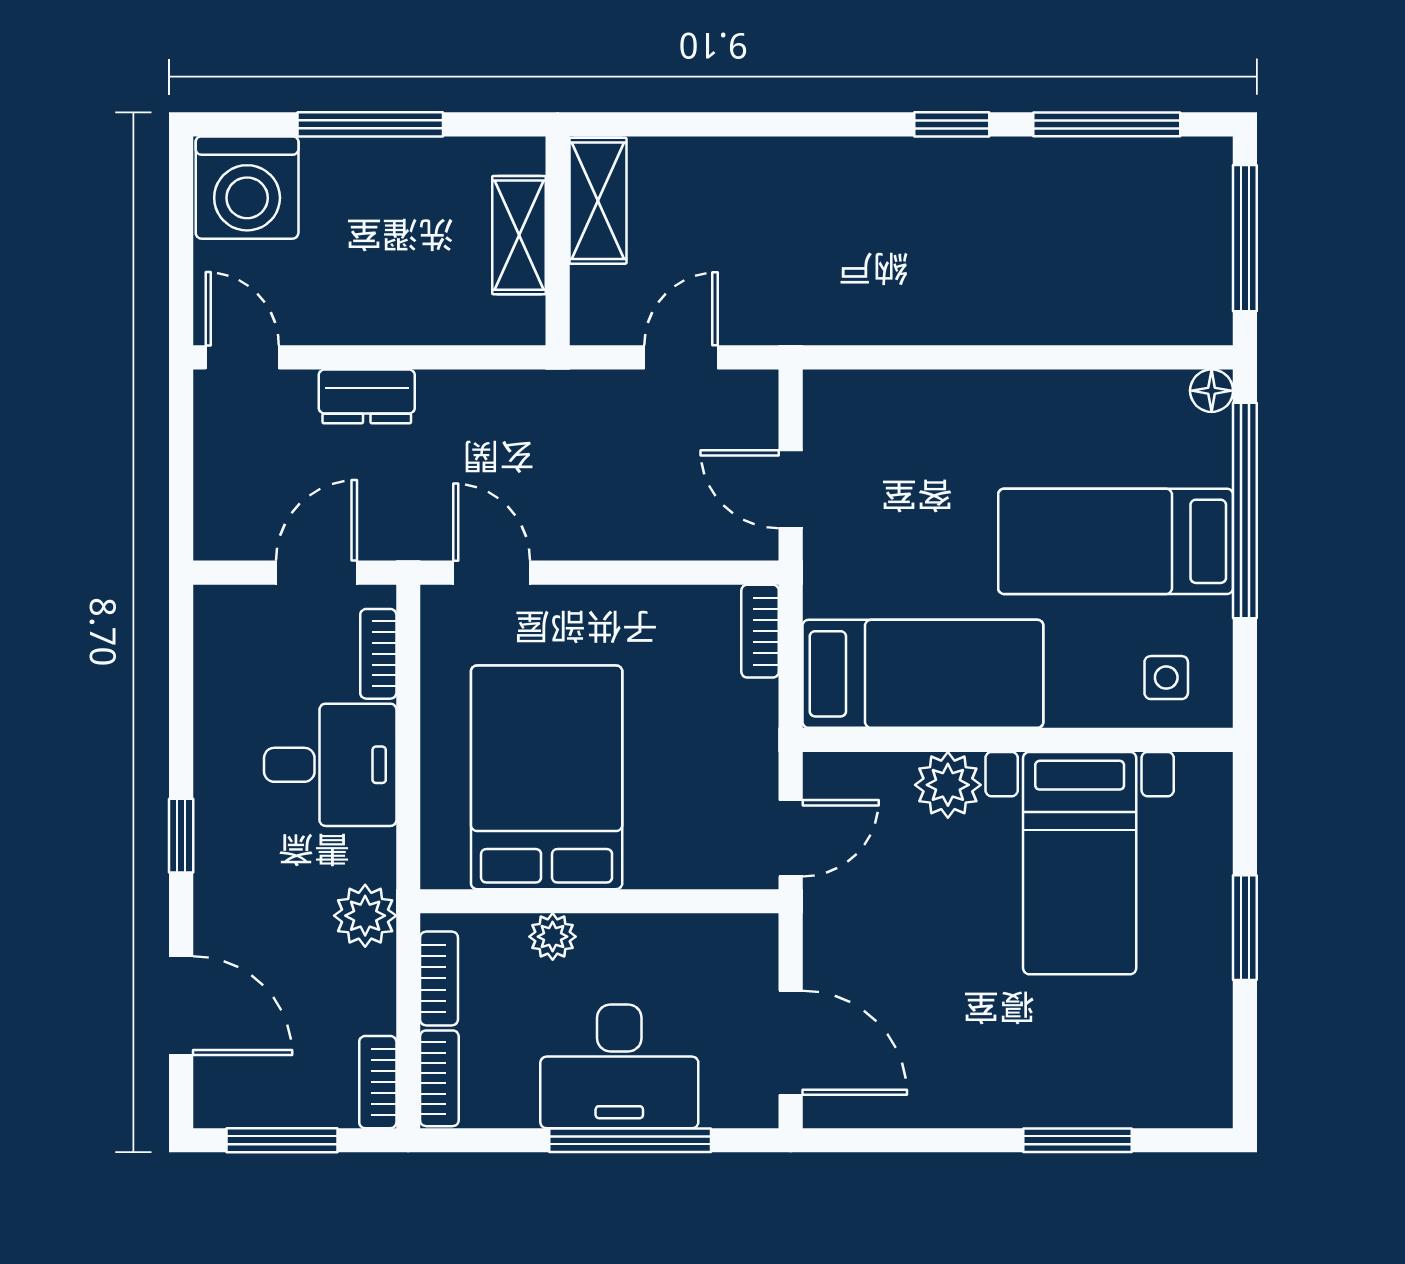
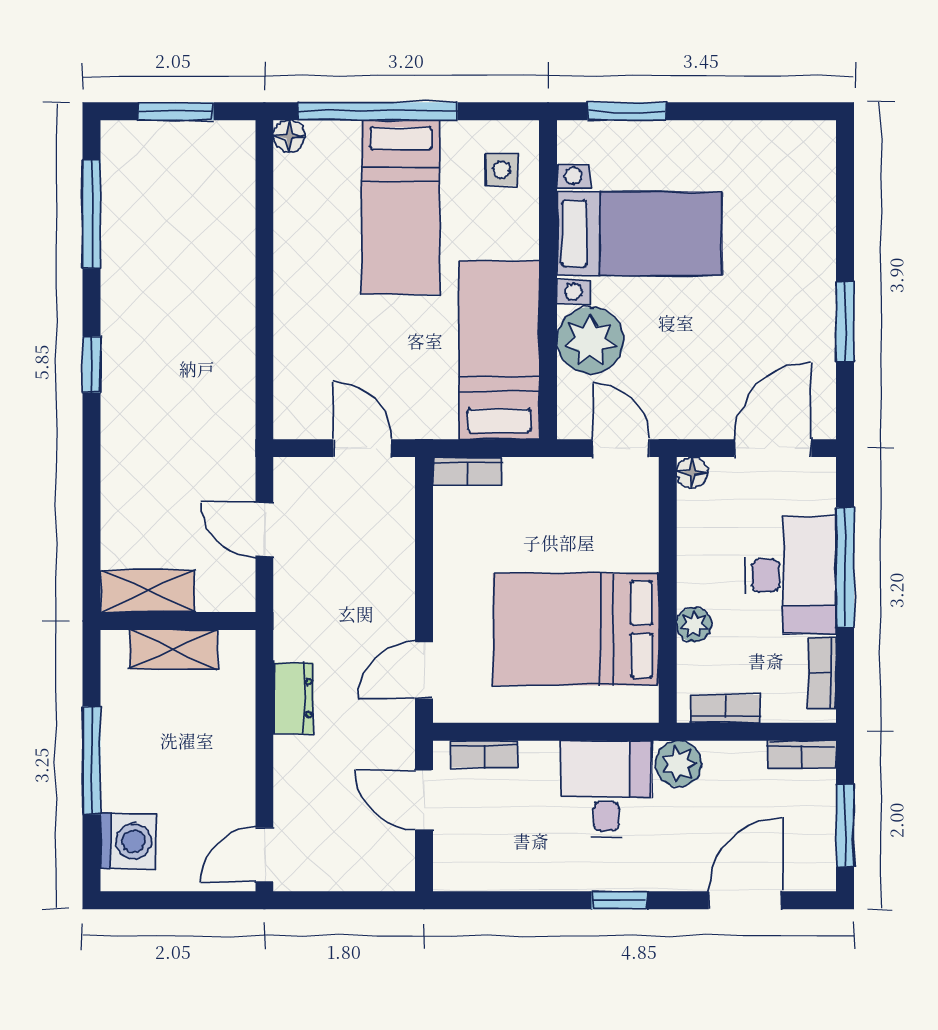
window: (952, 124) -> (91, 364), moved
washing machine: (247, 188) -> (128, 841), width x0.73, depth x0.73
window: (1245, 238) -> (176, 111), width x0.69
dresser: (367, 396) -> (293, 698), moved
door: (791, 489) -> (362, 448), swing flipped
desk: (330, 765) -> (606, 790), moved
plant: (948, 785) -> (590, 340), width x1.36, depth x1.36
window: (1245, 928) -> (627, 111), moved
floor lamp: (758, 934) -> (692, 473), added
bookcase: (439, 1078) -> (822, 673), moved, turned -90
window: (1077, 1140) -> (845, 321), moved

